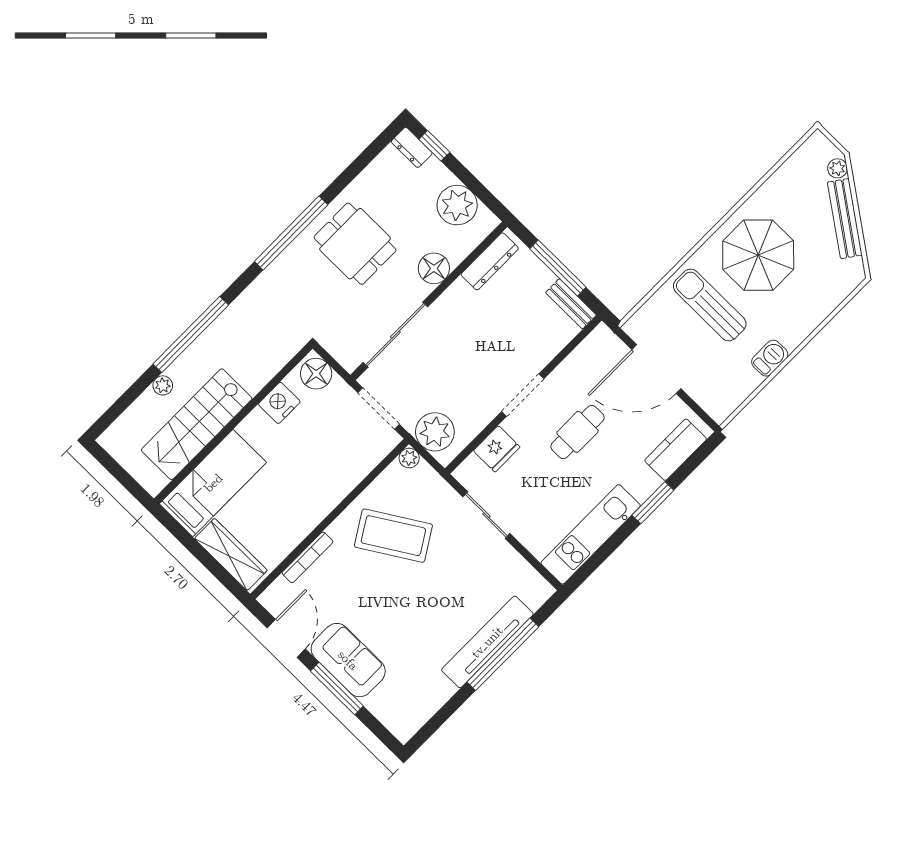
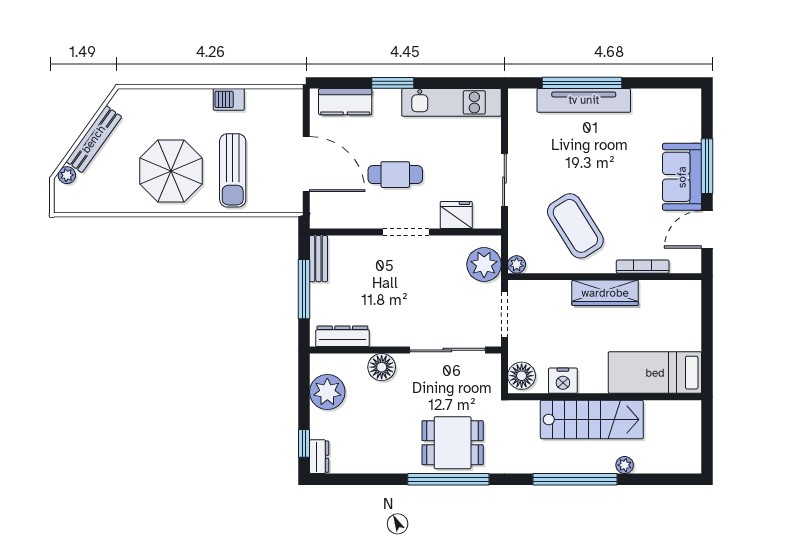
dining table: (355, 244) -> (453, 443), moved, turned 90
stairs: (197, 424) -> (592, 420), moved
wardrobe: (231, 554) -> (605, 293), moved, turned -90

